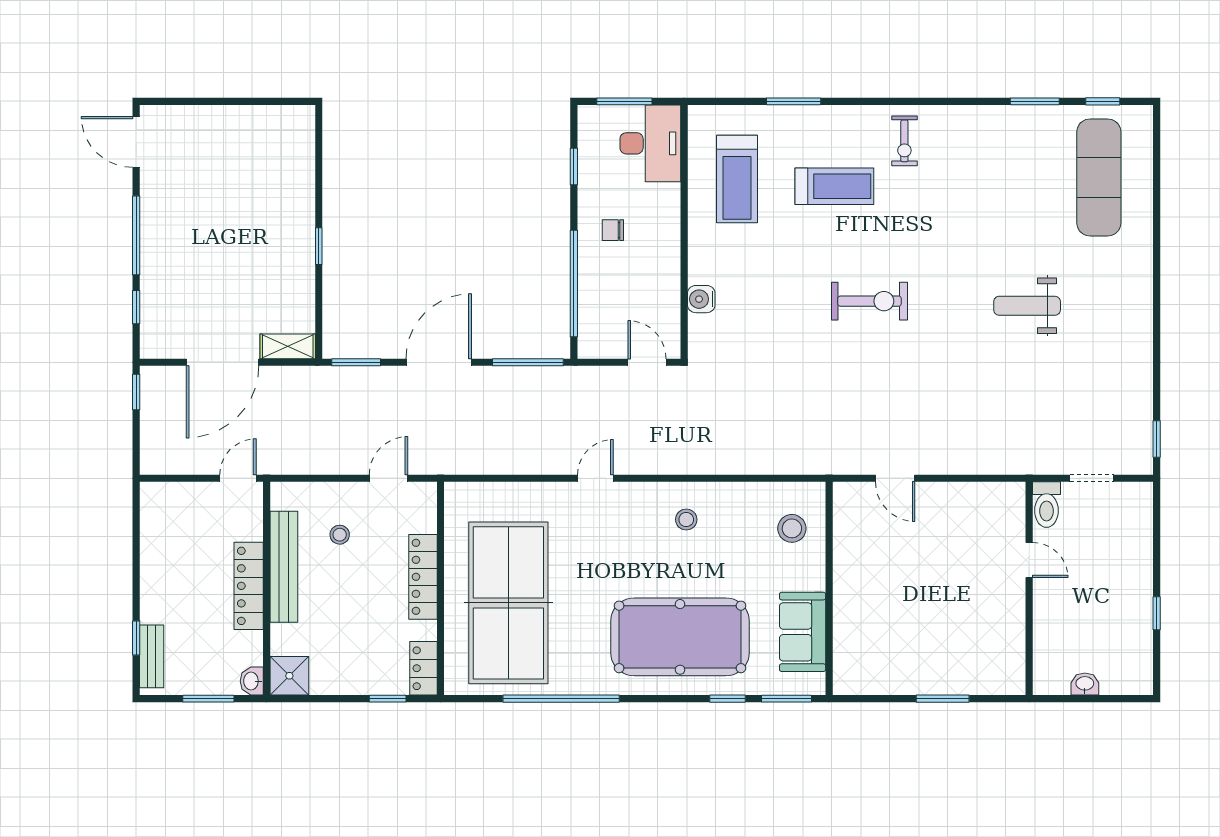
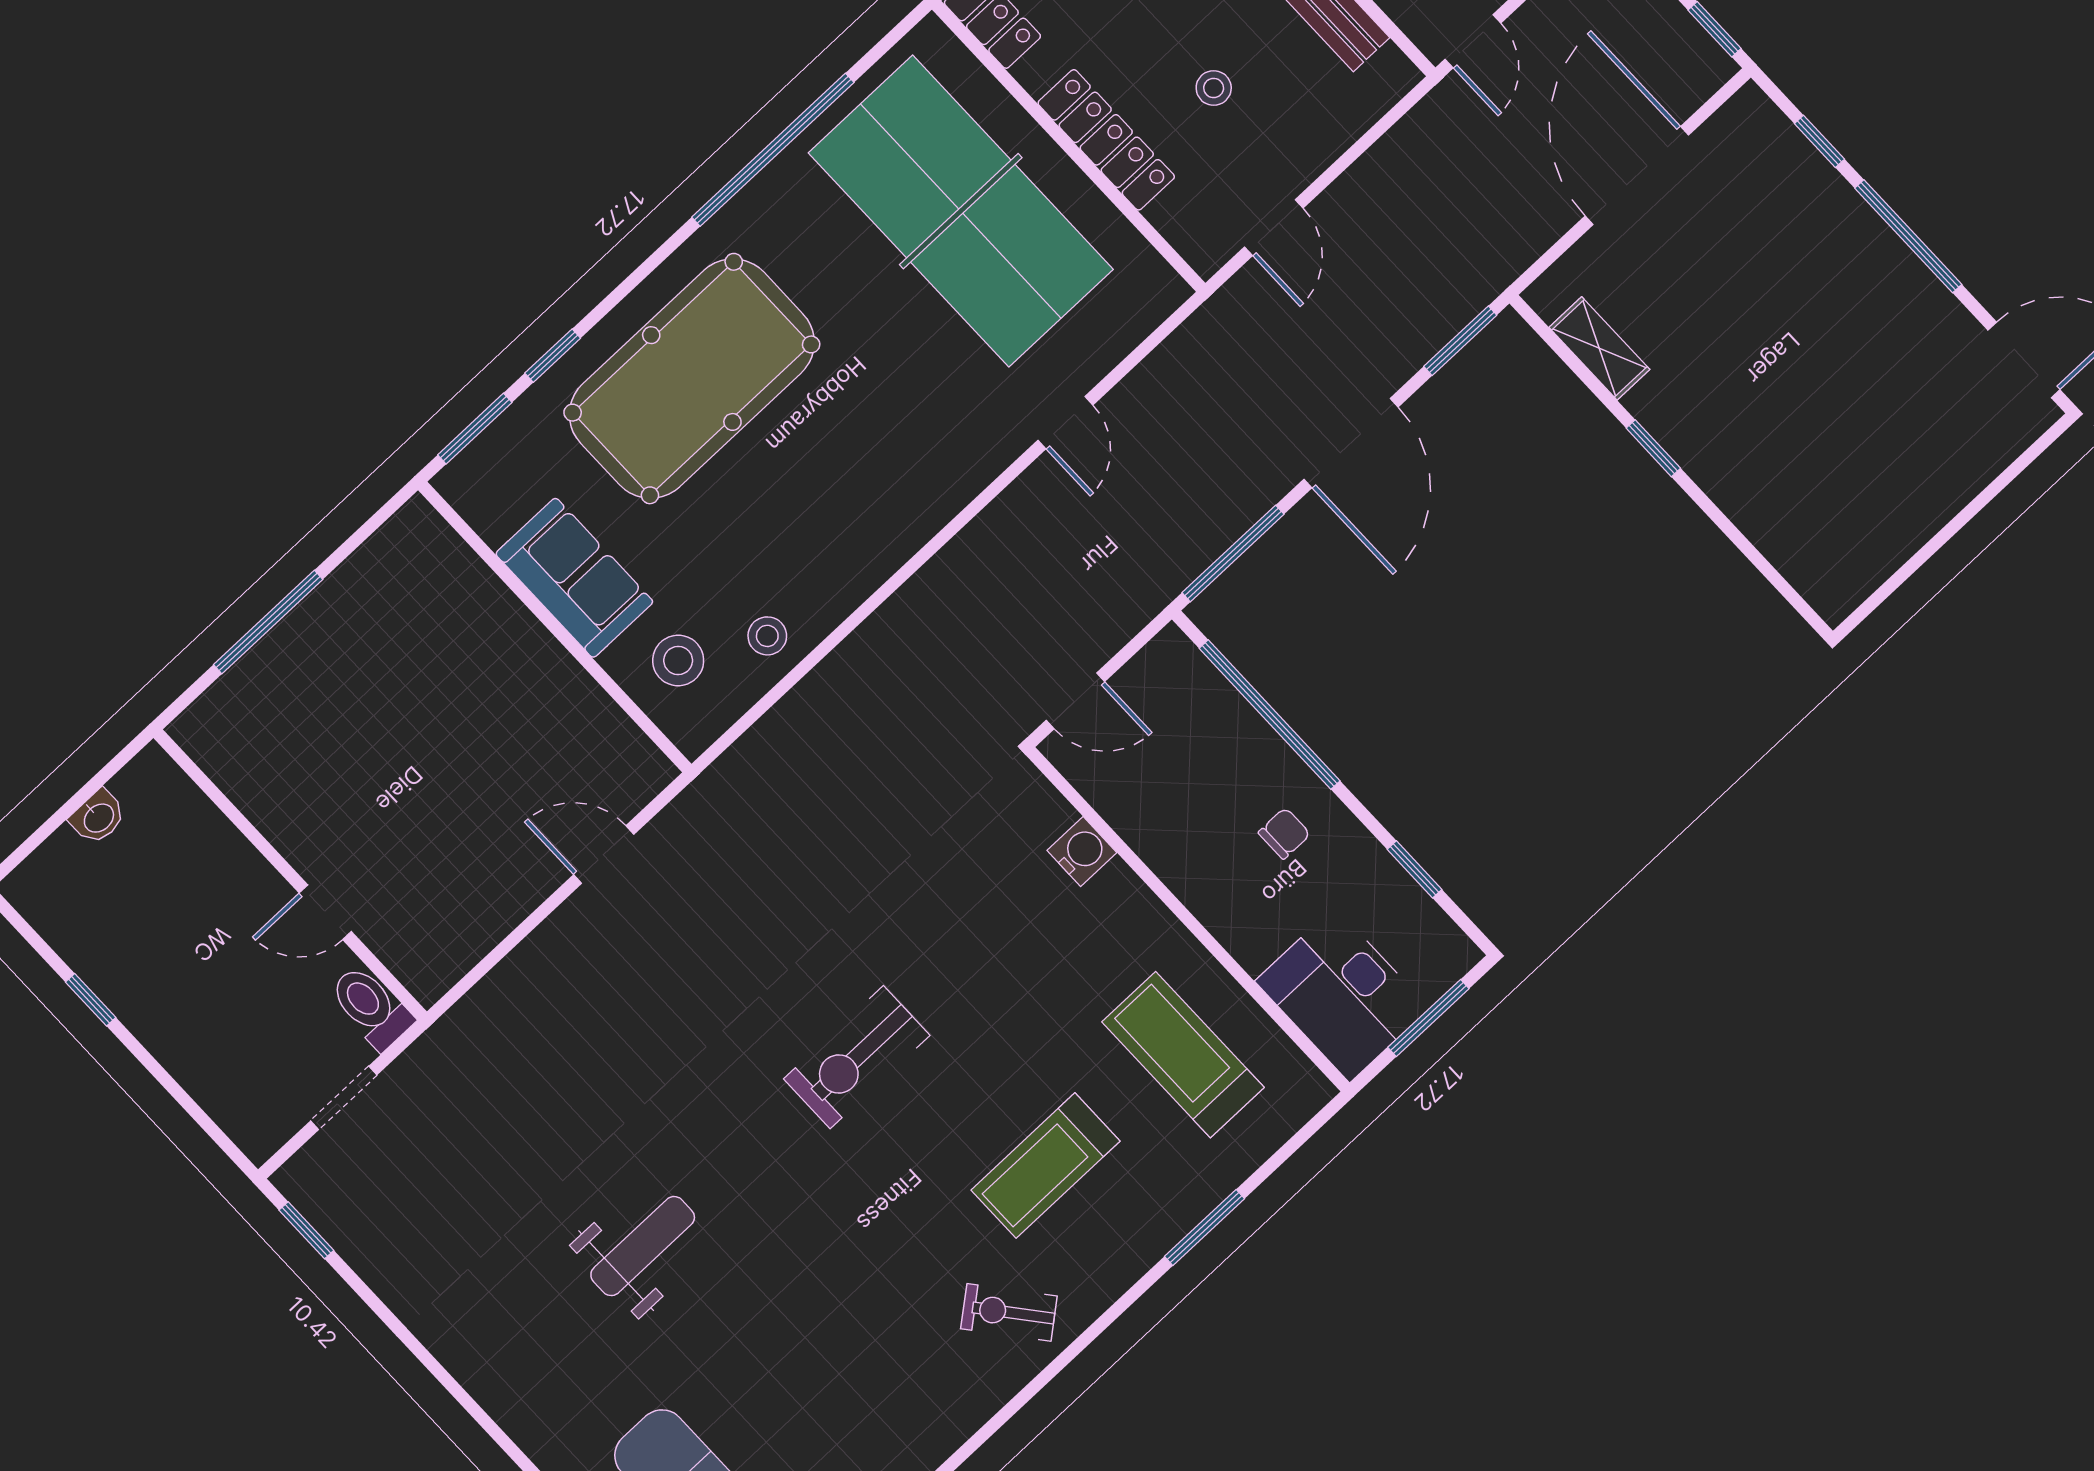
exercise bike: (904, 141) -> (1009, 1312), turned -39
shelving: (288, 346) -> (1599, 348), moved, turned 90
door: (595, 478) -> (1065, 423), moved
stool: (686, 520) -> (767, 636), moved
stool: (340, 535) -> (1214, 88), moved
sofa: (803, 632) -> (574, 578), moved
window: (943, 699) -> (268, 622), width x1.44

